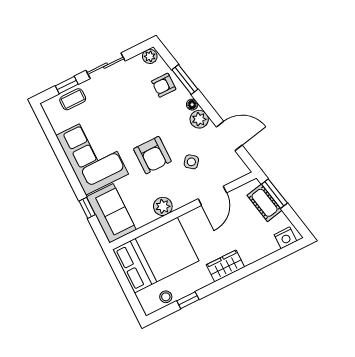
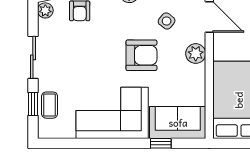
plant: (163, 206) -> (196, 54), moved

